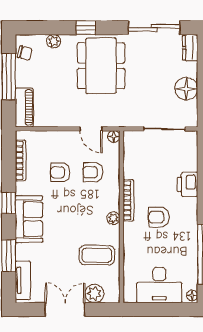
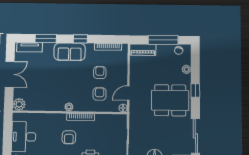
armchair: (159, 217) -> (69, 137), turned 180
coffee table: (97, 255) -> (45, 96), removed
plant: (94, 294) -> (19, 104), moved

